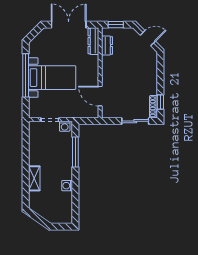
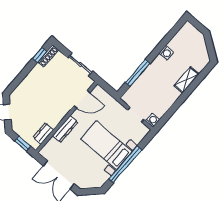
dresser: (93, 41) -> (65, 129), moved
door: (100, 96) -> (82, 99), hinge flipped
sliding door: (135, 121) -> (80, 64), moved
washing machine: (65, 126) -> (153, 120), moved

